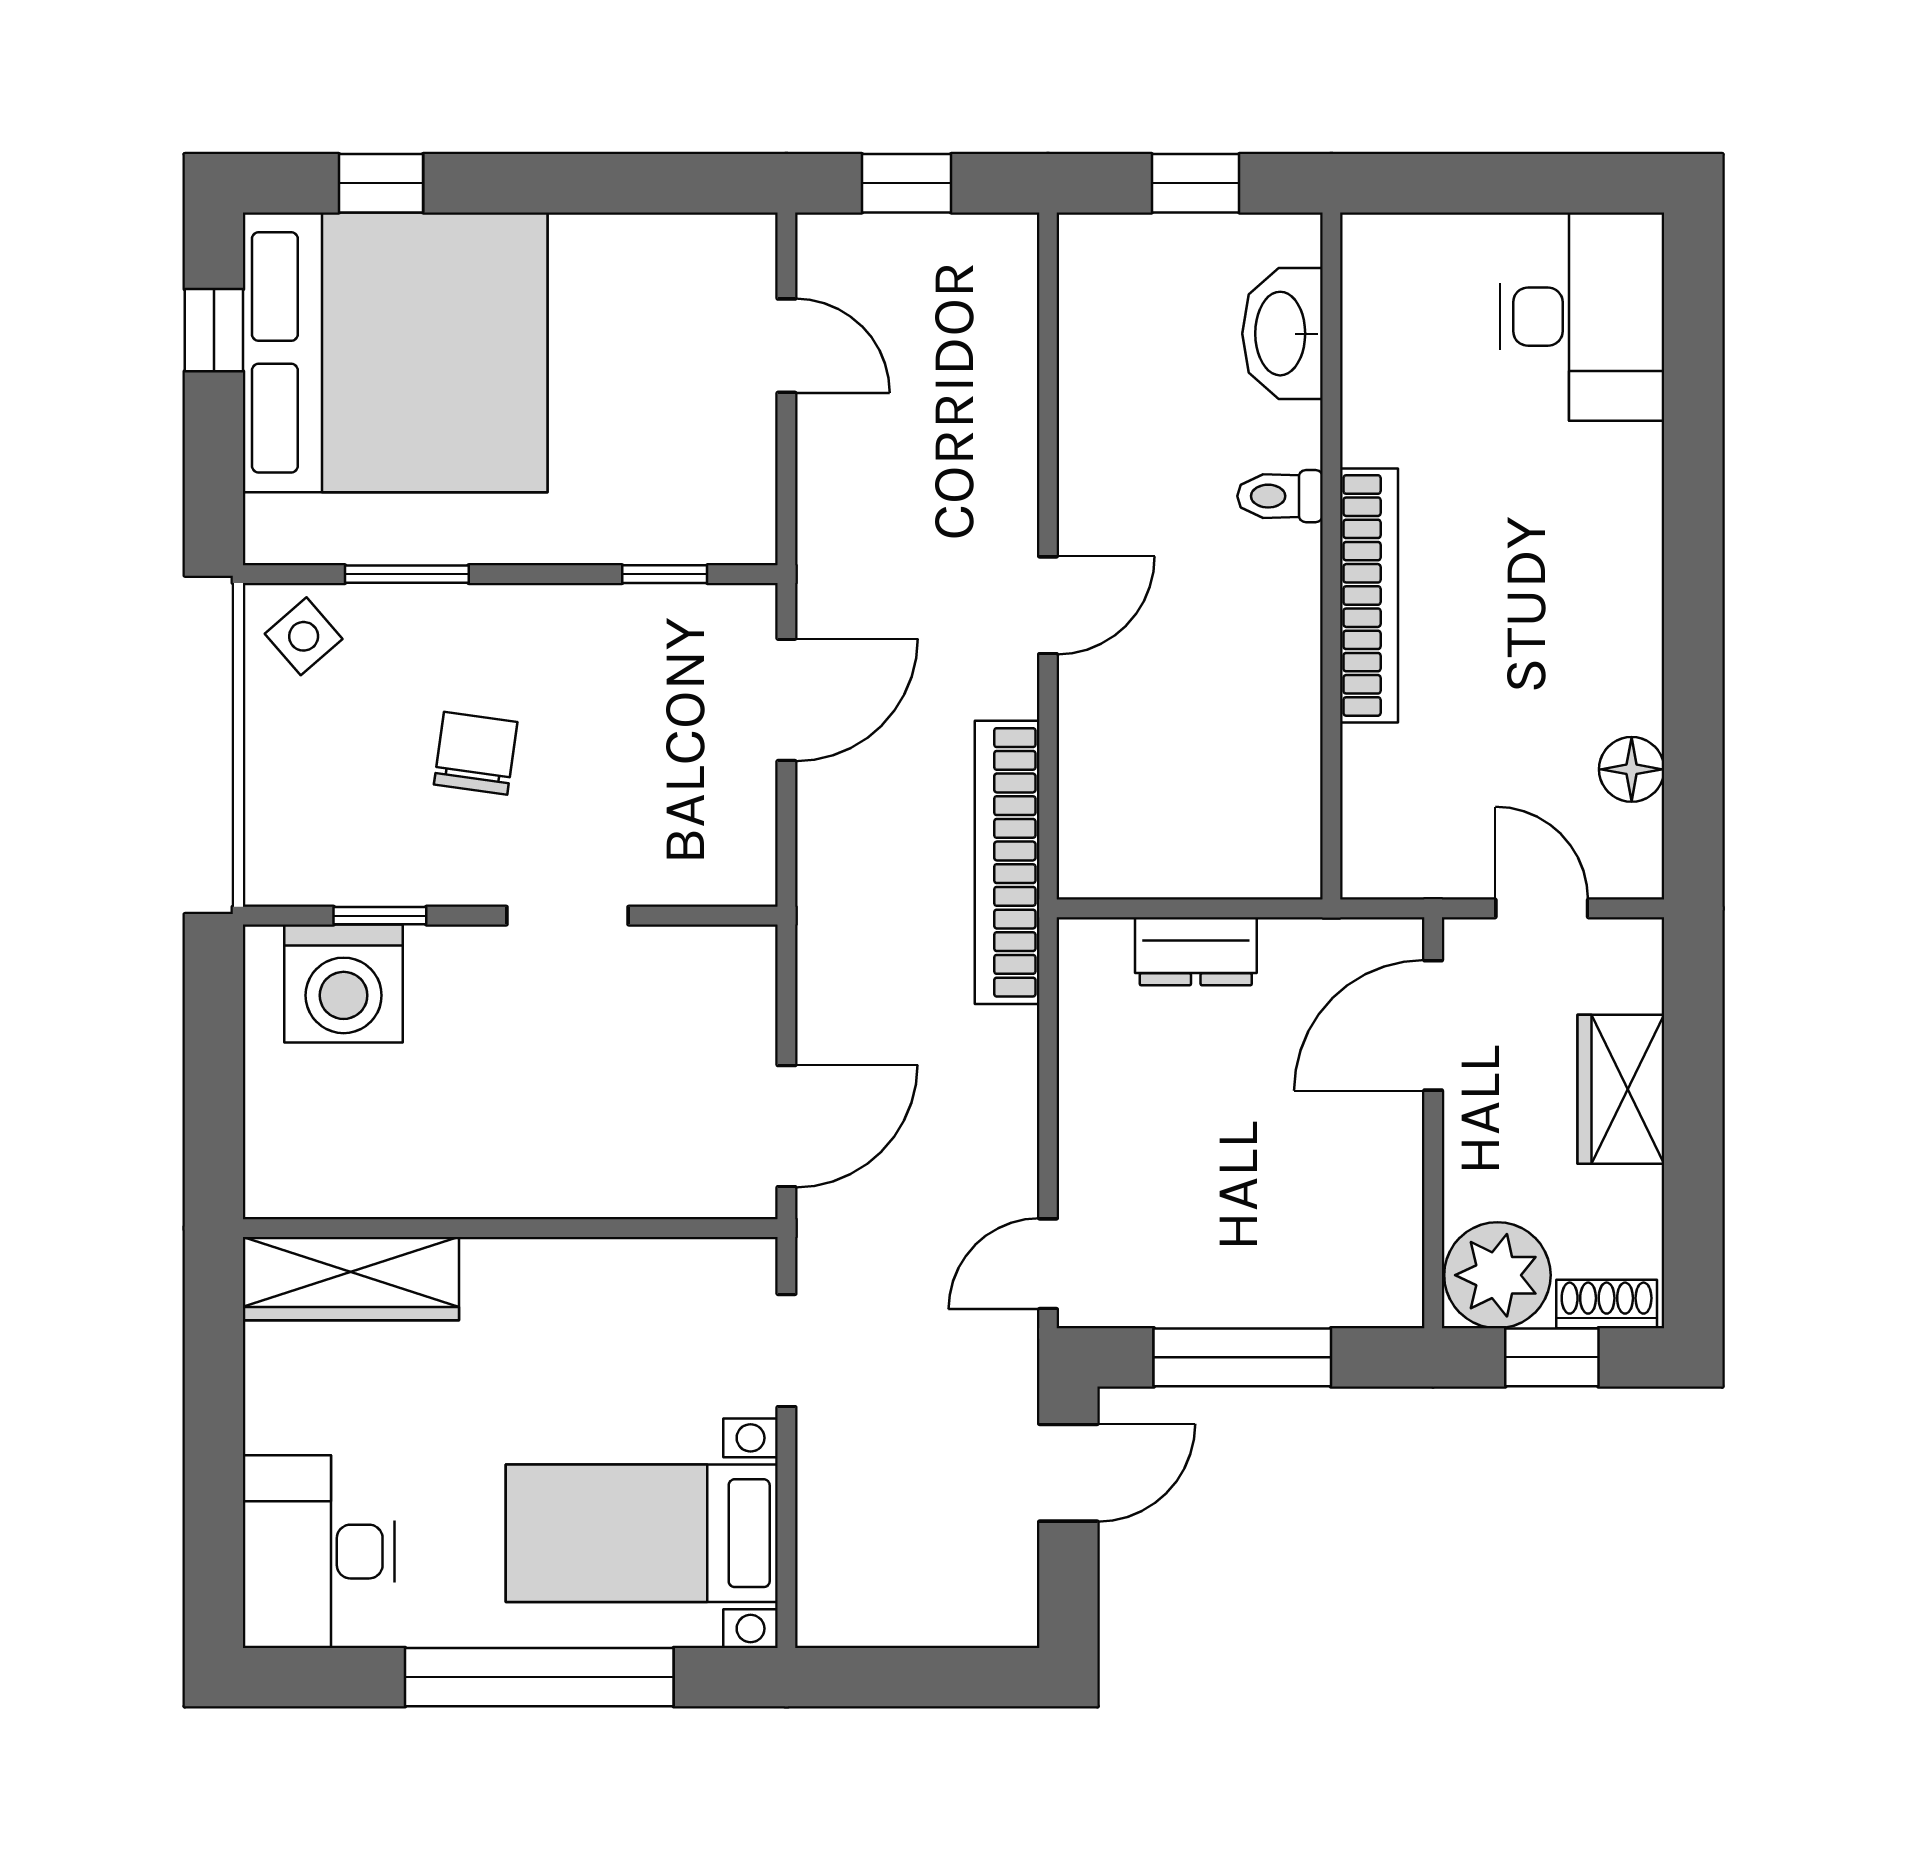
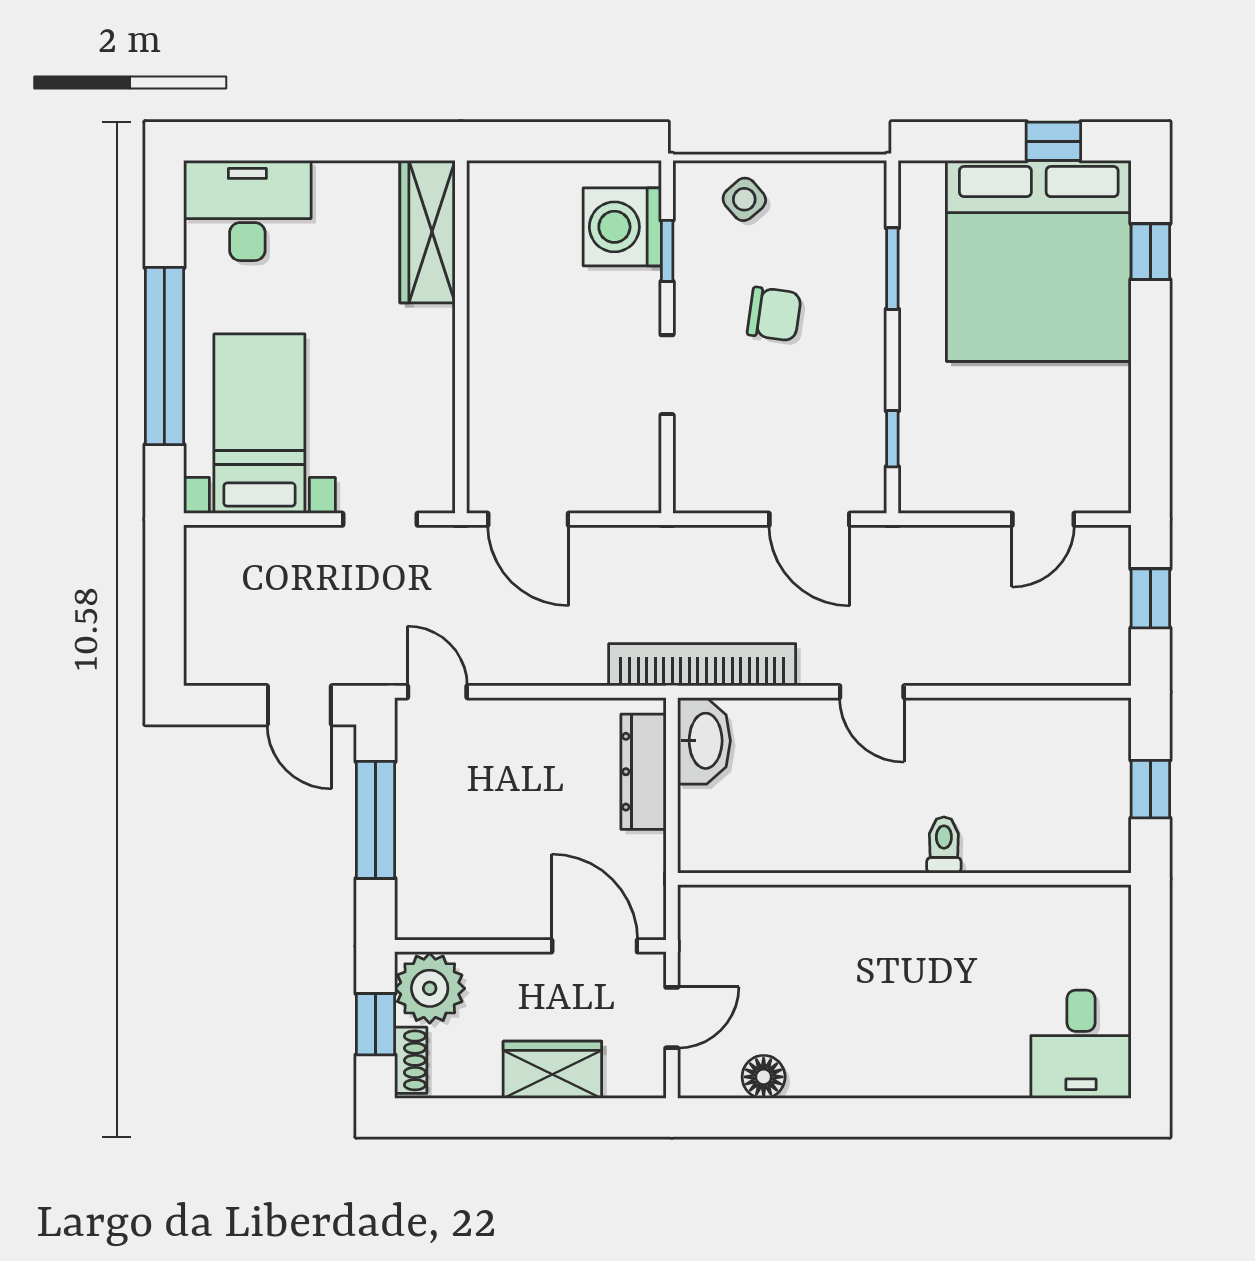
desk: (1582, 317) -> (1081, 1044), width x0.73
washbasin: (1283, 334) -> (704, 741), moved, turned 90
bookcase: (1369, 595) -> (878, 904), removed
side table: (304, 636) -> (744, 199), moved
dresser: (1196, 951) -> (643, 772), width x1.44

